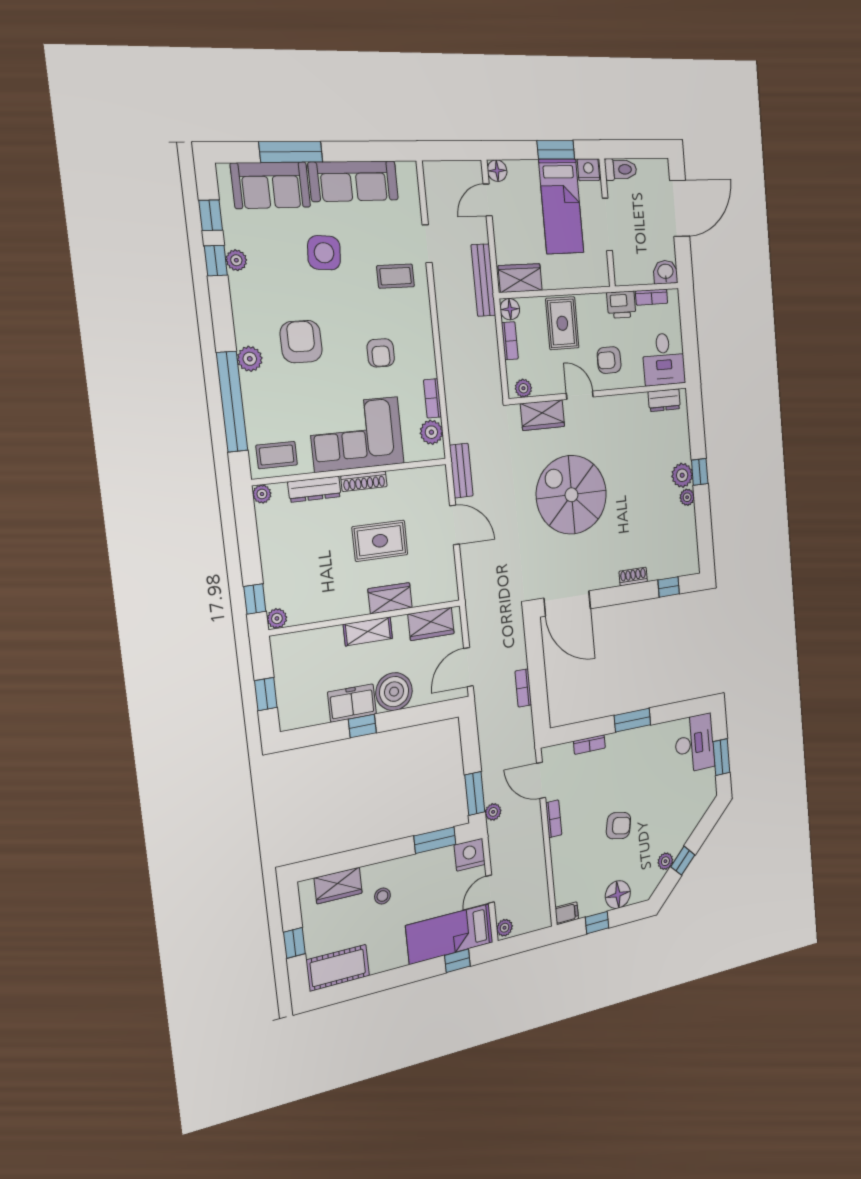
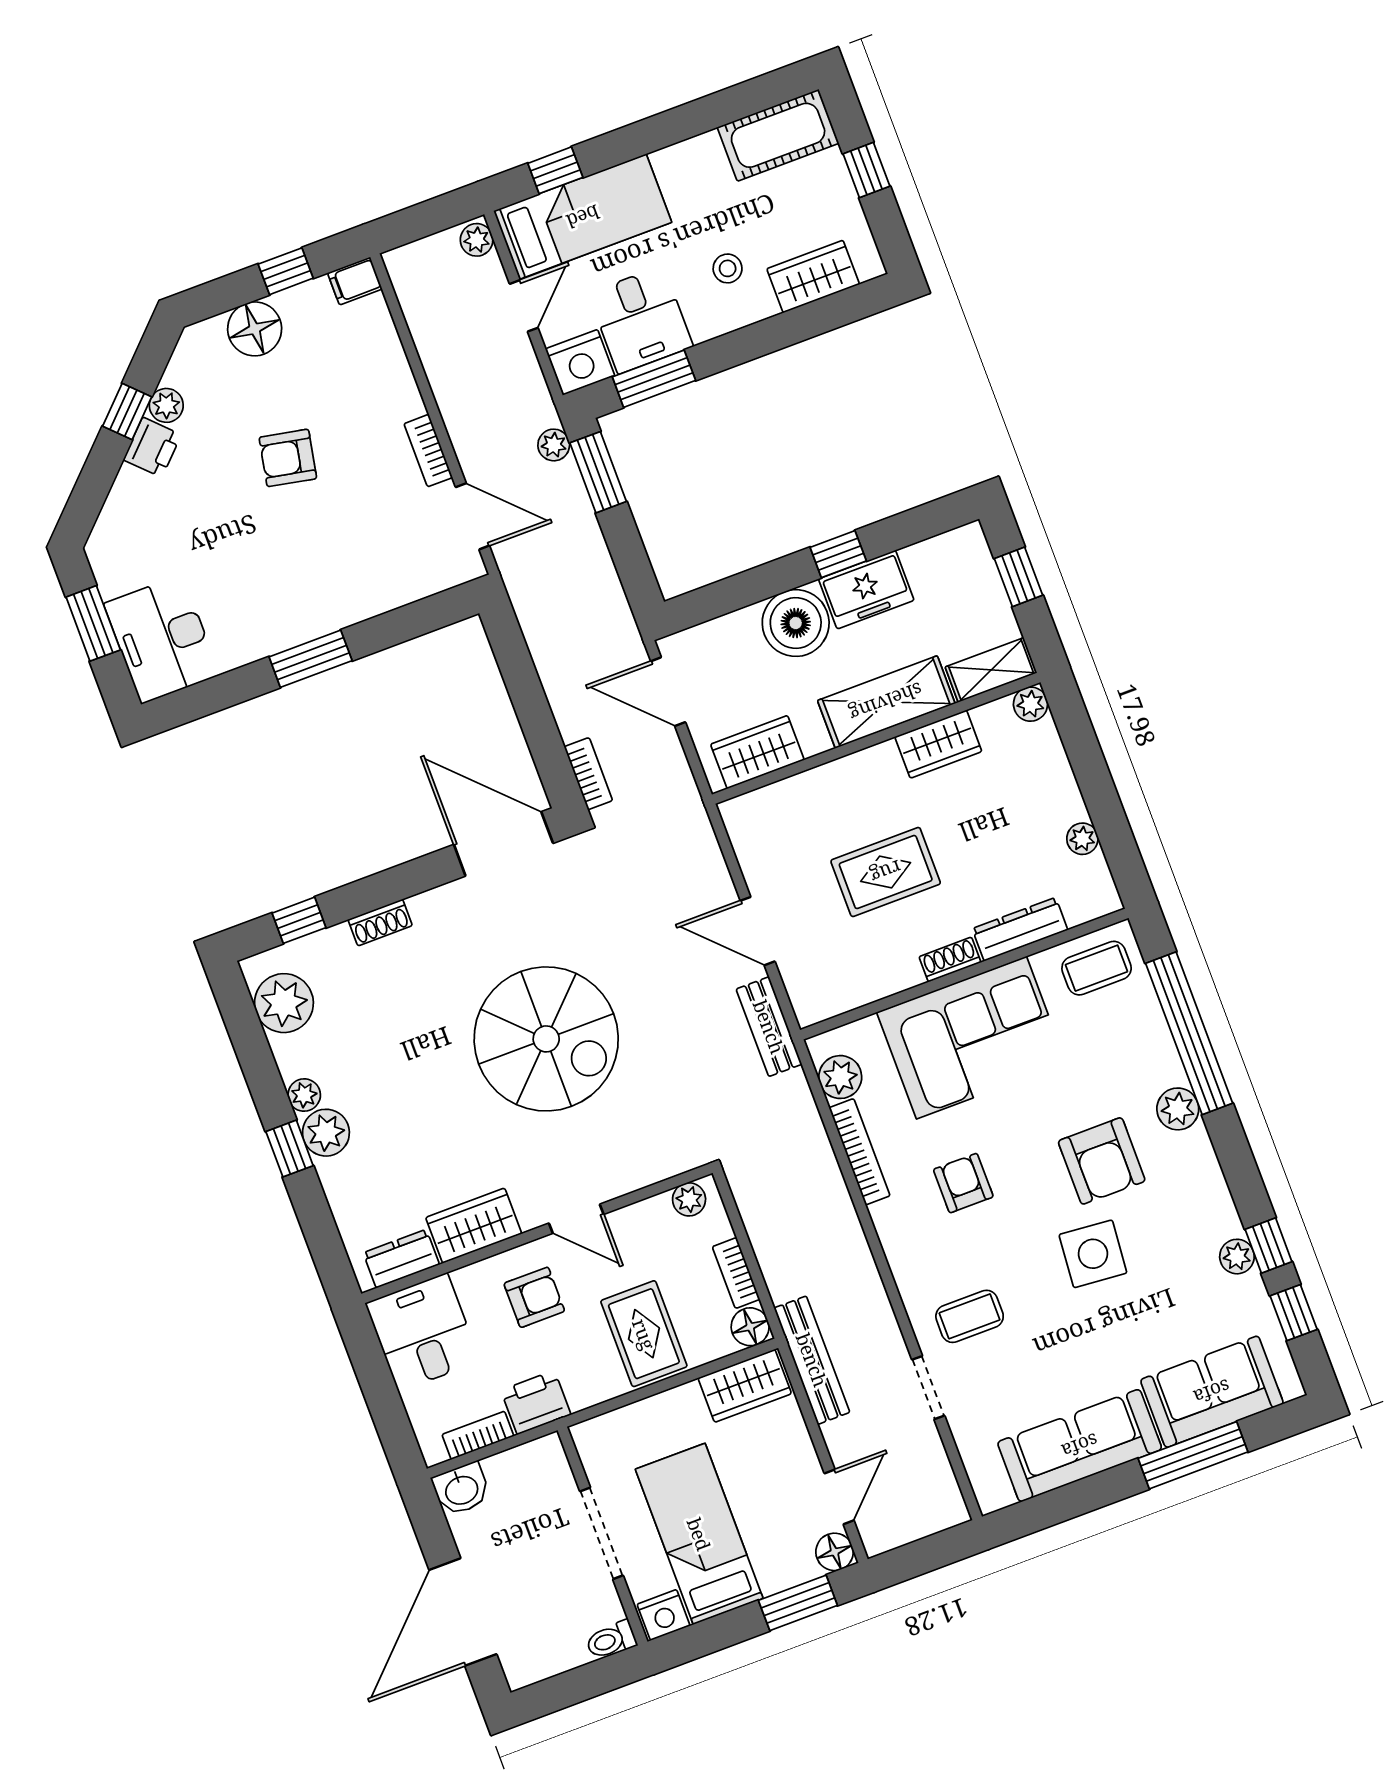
window: (556, 150) -> (798, 1603), moved
toilet: (621, 169) -> (611, 1640), width x0.73, depth x0.72
side table: (324, 253) -> (1093, 1254), moved
bookcase: (432, 398) -> (860, 1152), width x1.56
wardrobe: (543, 415) -> (474, 1226), moved
shoe rack: (364, 481) -> (950, 960), width x0.70
plant: (262, 494) -> (1082, 839), moved
plant: (685, 547) -> (284, 1003), added
wardrobe: (390, 598) -> (938, 744), moved
window: (255, 599) -> (1075, 728), removed
shelving: (368, 631) -> (886, 702), width x1.50, depth x1.33
shelving: (294, 643) -> (991, 670), added
door: (468, 667) -> (668, 692), swing flipped
bookcase: (523, 688) -> (588, 774), moved
bookcase: (589, 745) -> (390, 598), removed
printer: (676, 841) -> (152, 447), added
desk: (434, 874) -> (641, 320), added

